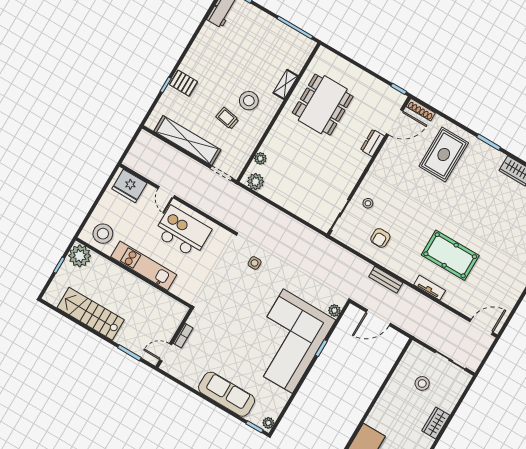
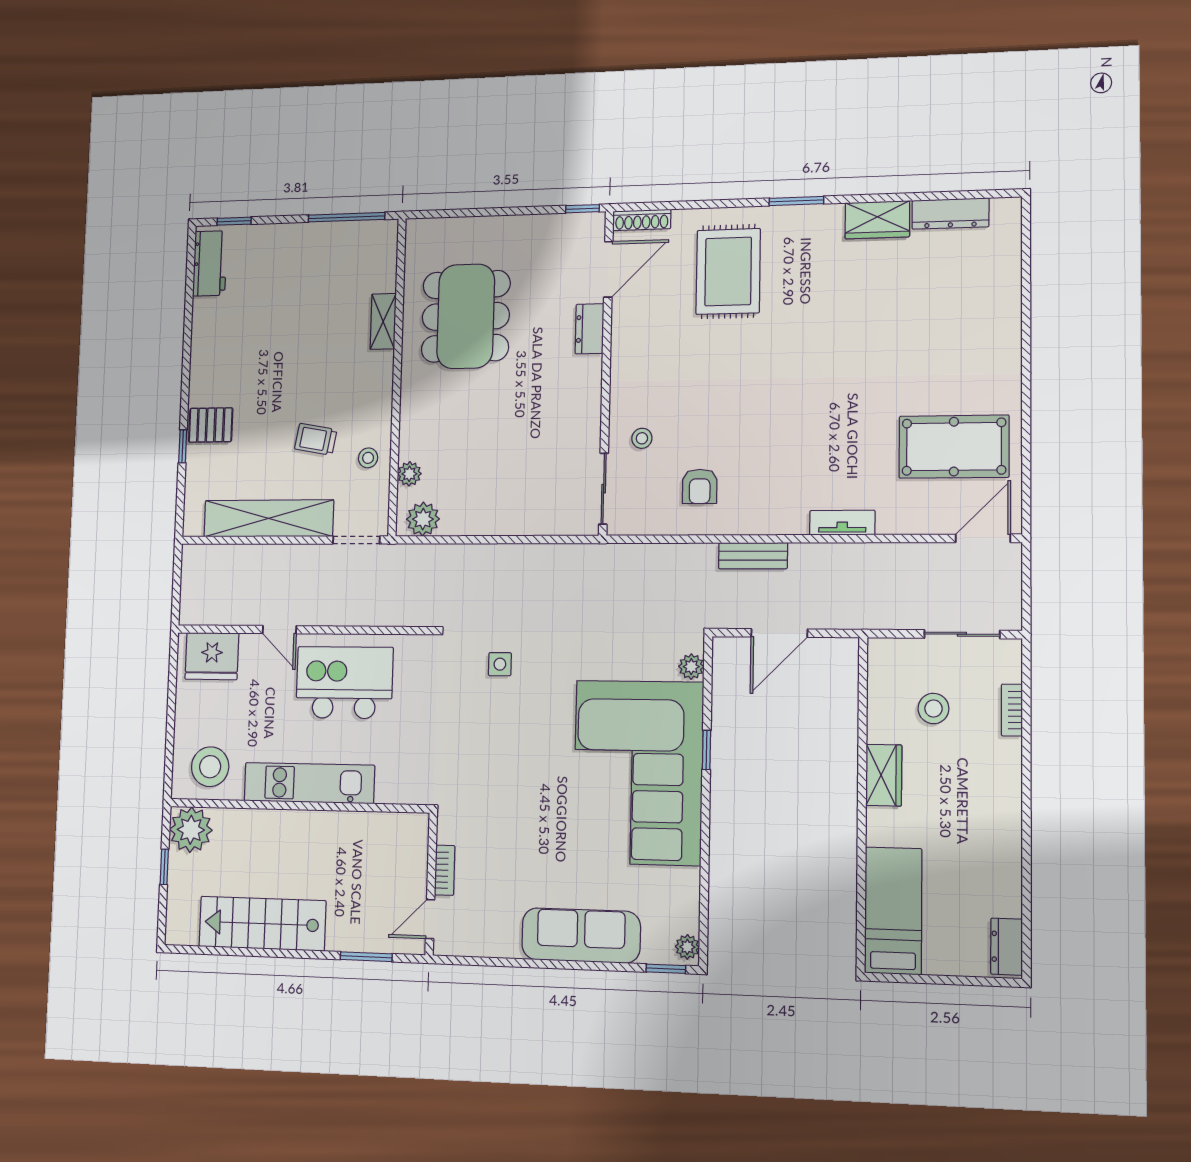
stool: (249, 101) -> (368, 458), moved, width x0.53, depth x0.53
pool table: (450, 255) -> (954, 447), moved
bookcase: (452, 402) -> (1012, 710), added
wardrobe: (436, 423) -> (884, 775), moved, turned 180

